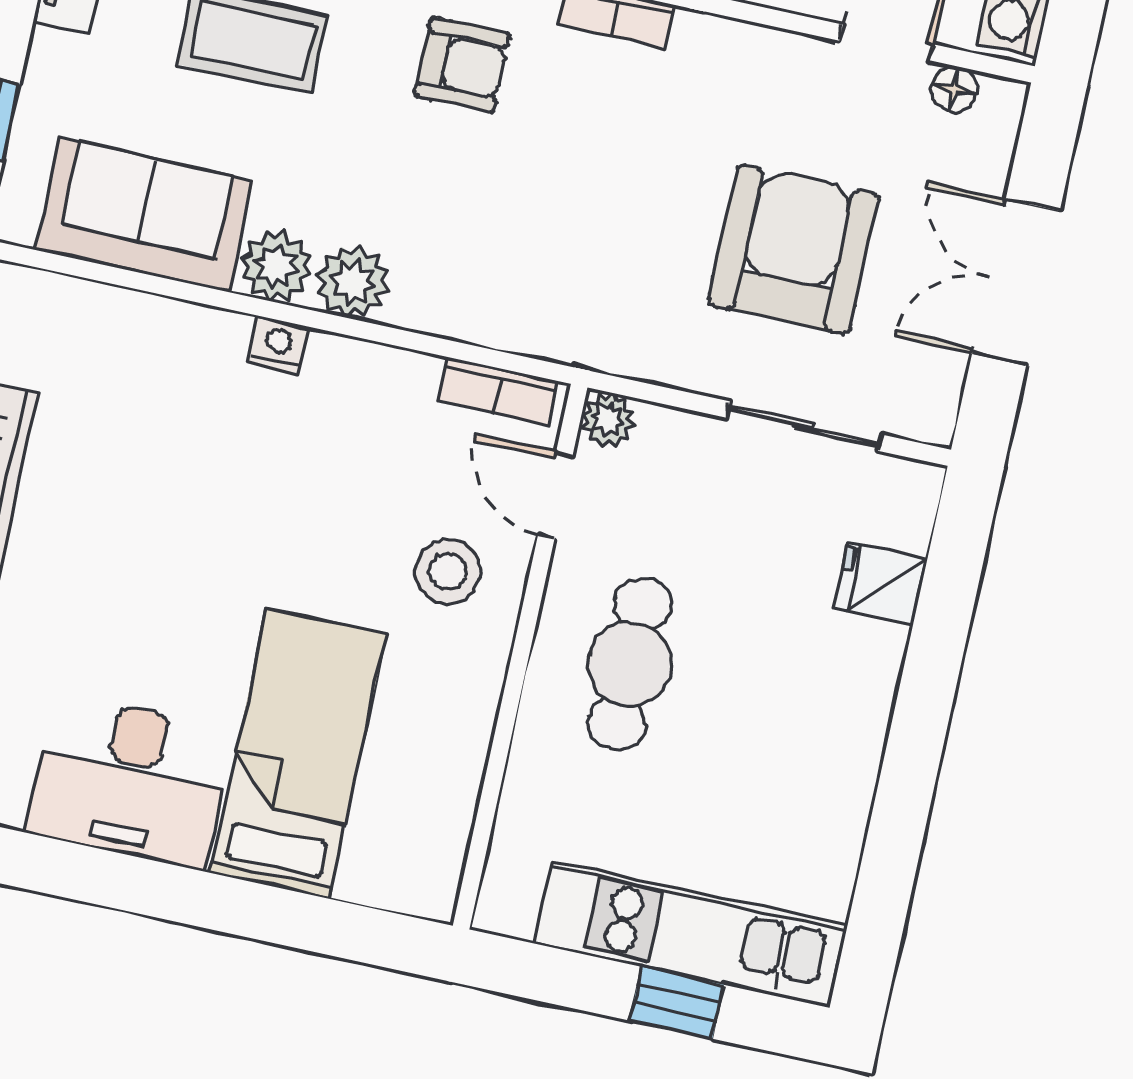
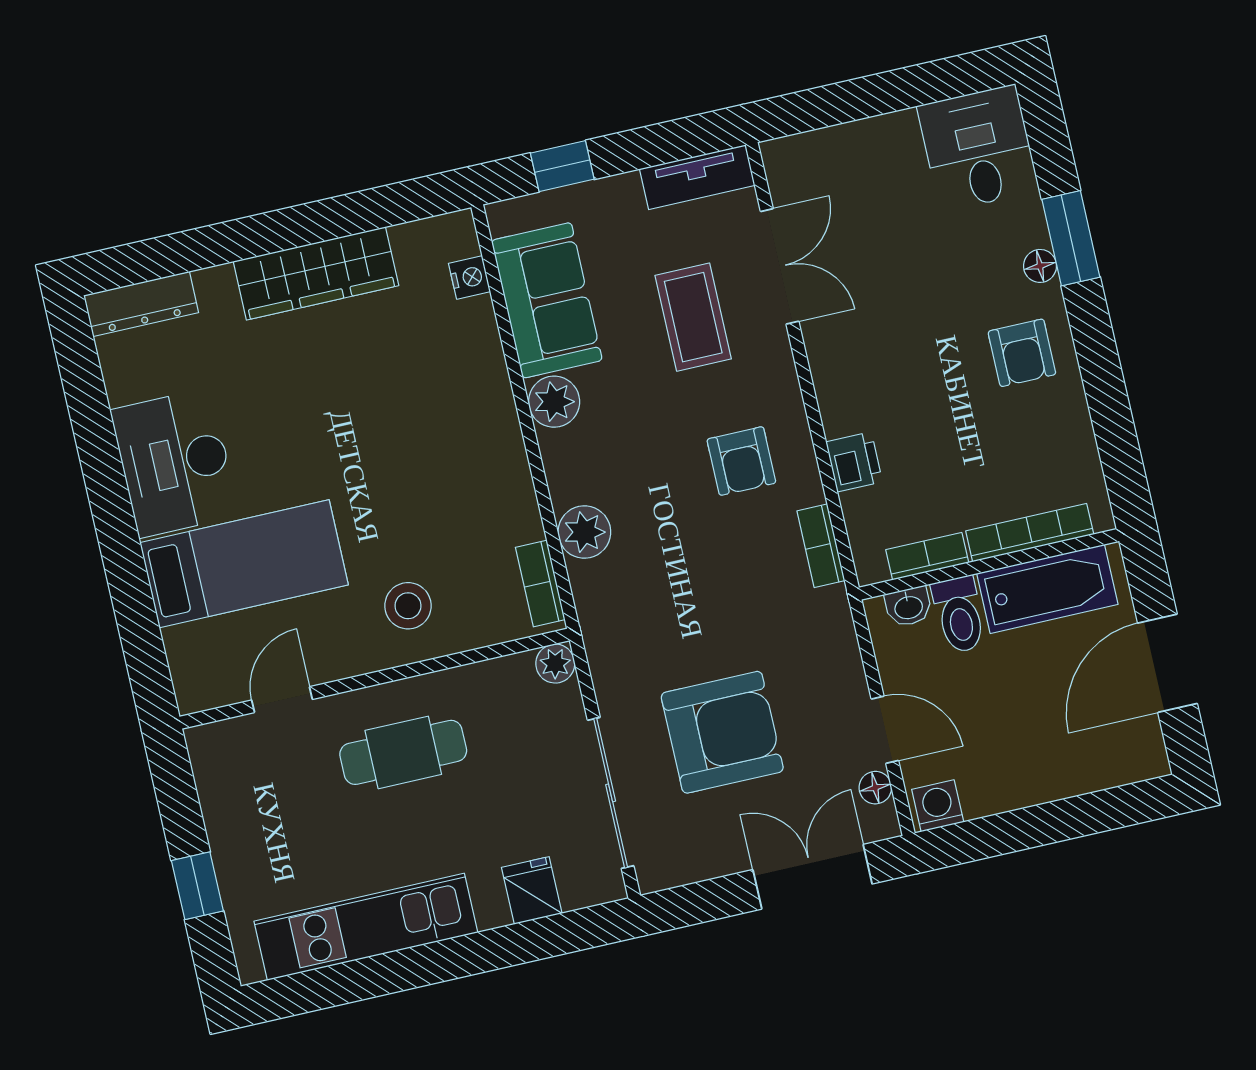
plant: (353, 282) -> (584, 532), moved
double door: (1016, 282) -> (812, 877), moved
nightstand: (278, 345) -> (470, 277), moved
sliding door: (804, 426) -> (611, 793), width x1.37
door: (555, 495) -> (282, 700), moved
kitchen unit: (692, 934) -> (366, 927), moved, turned -90

